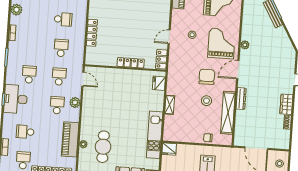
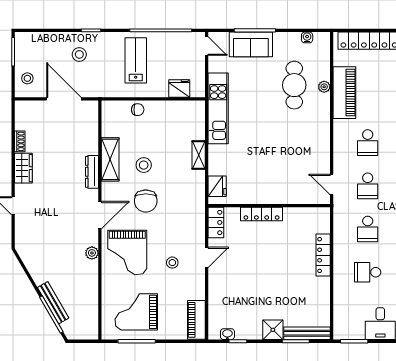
plant: (75, 103) -> (341, 149), removed
shelving: (228, 113) -> (110, 159), width x0.68
fridge: (169, 149) -> (179, 89), moved

